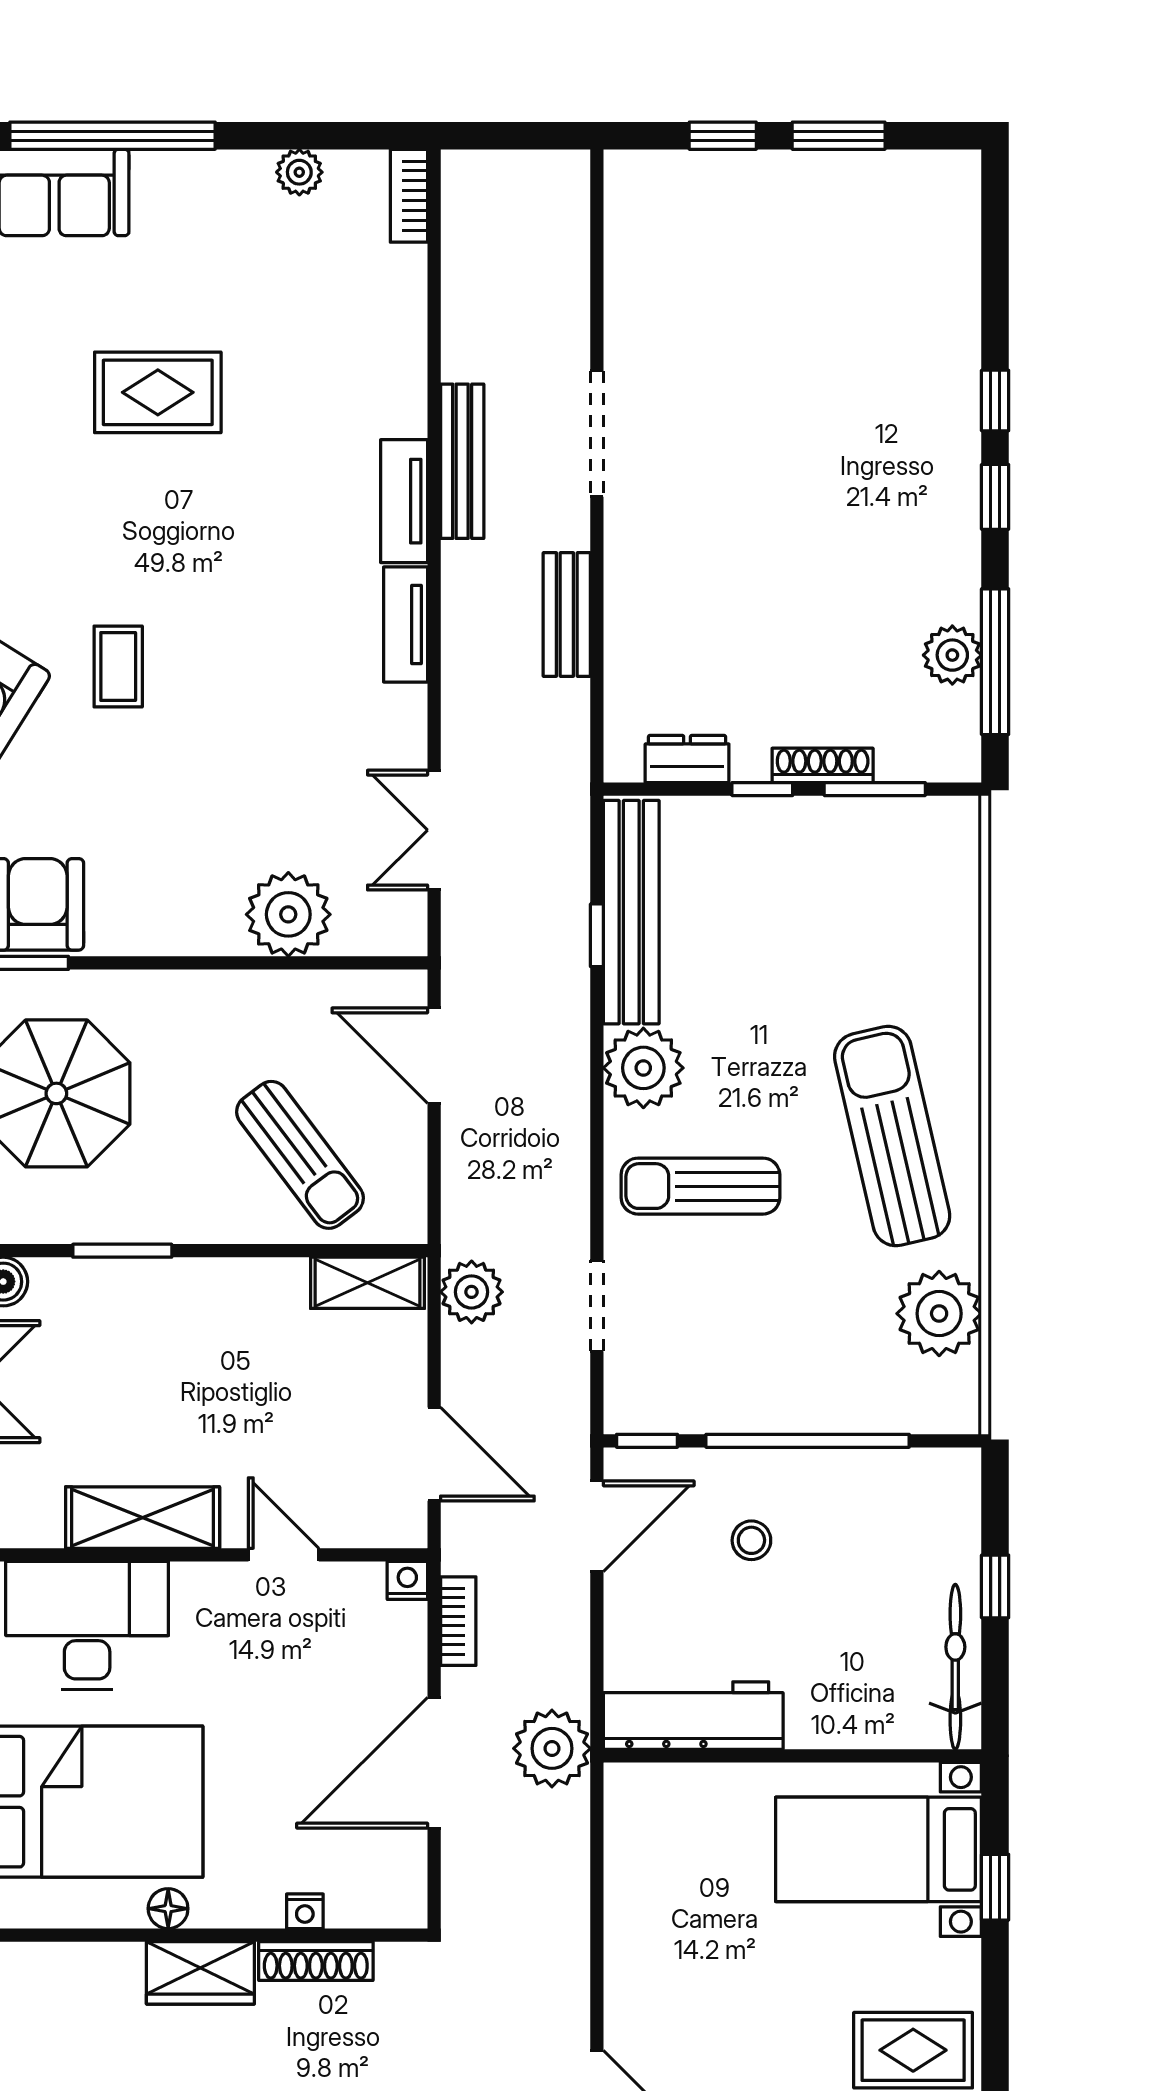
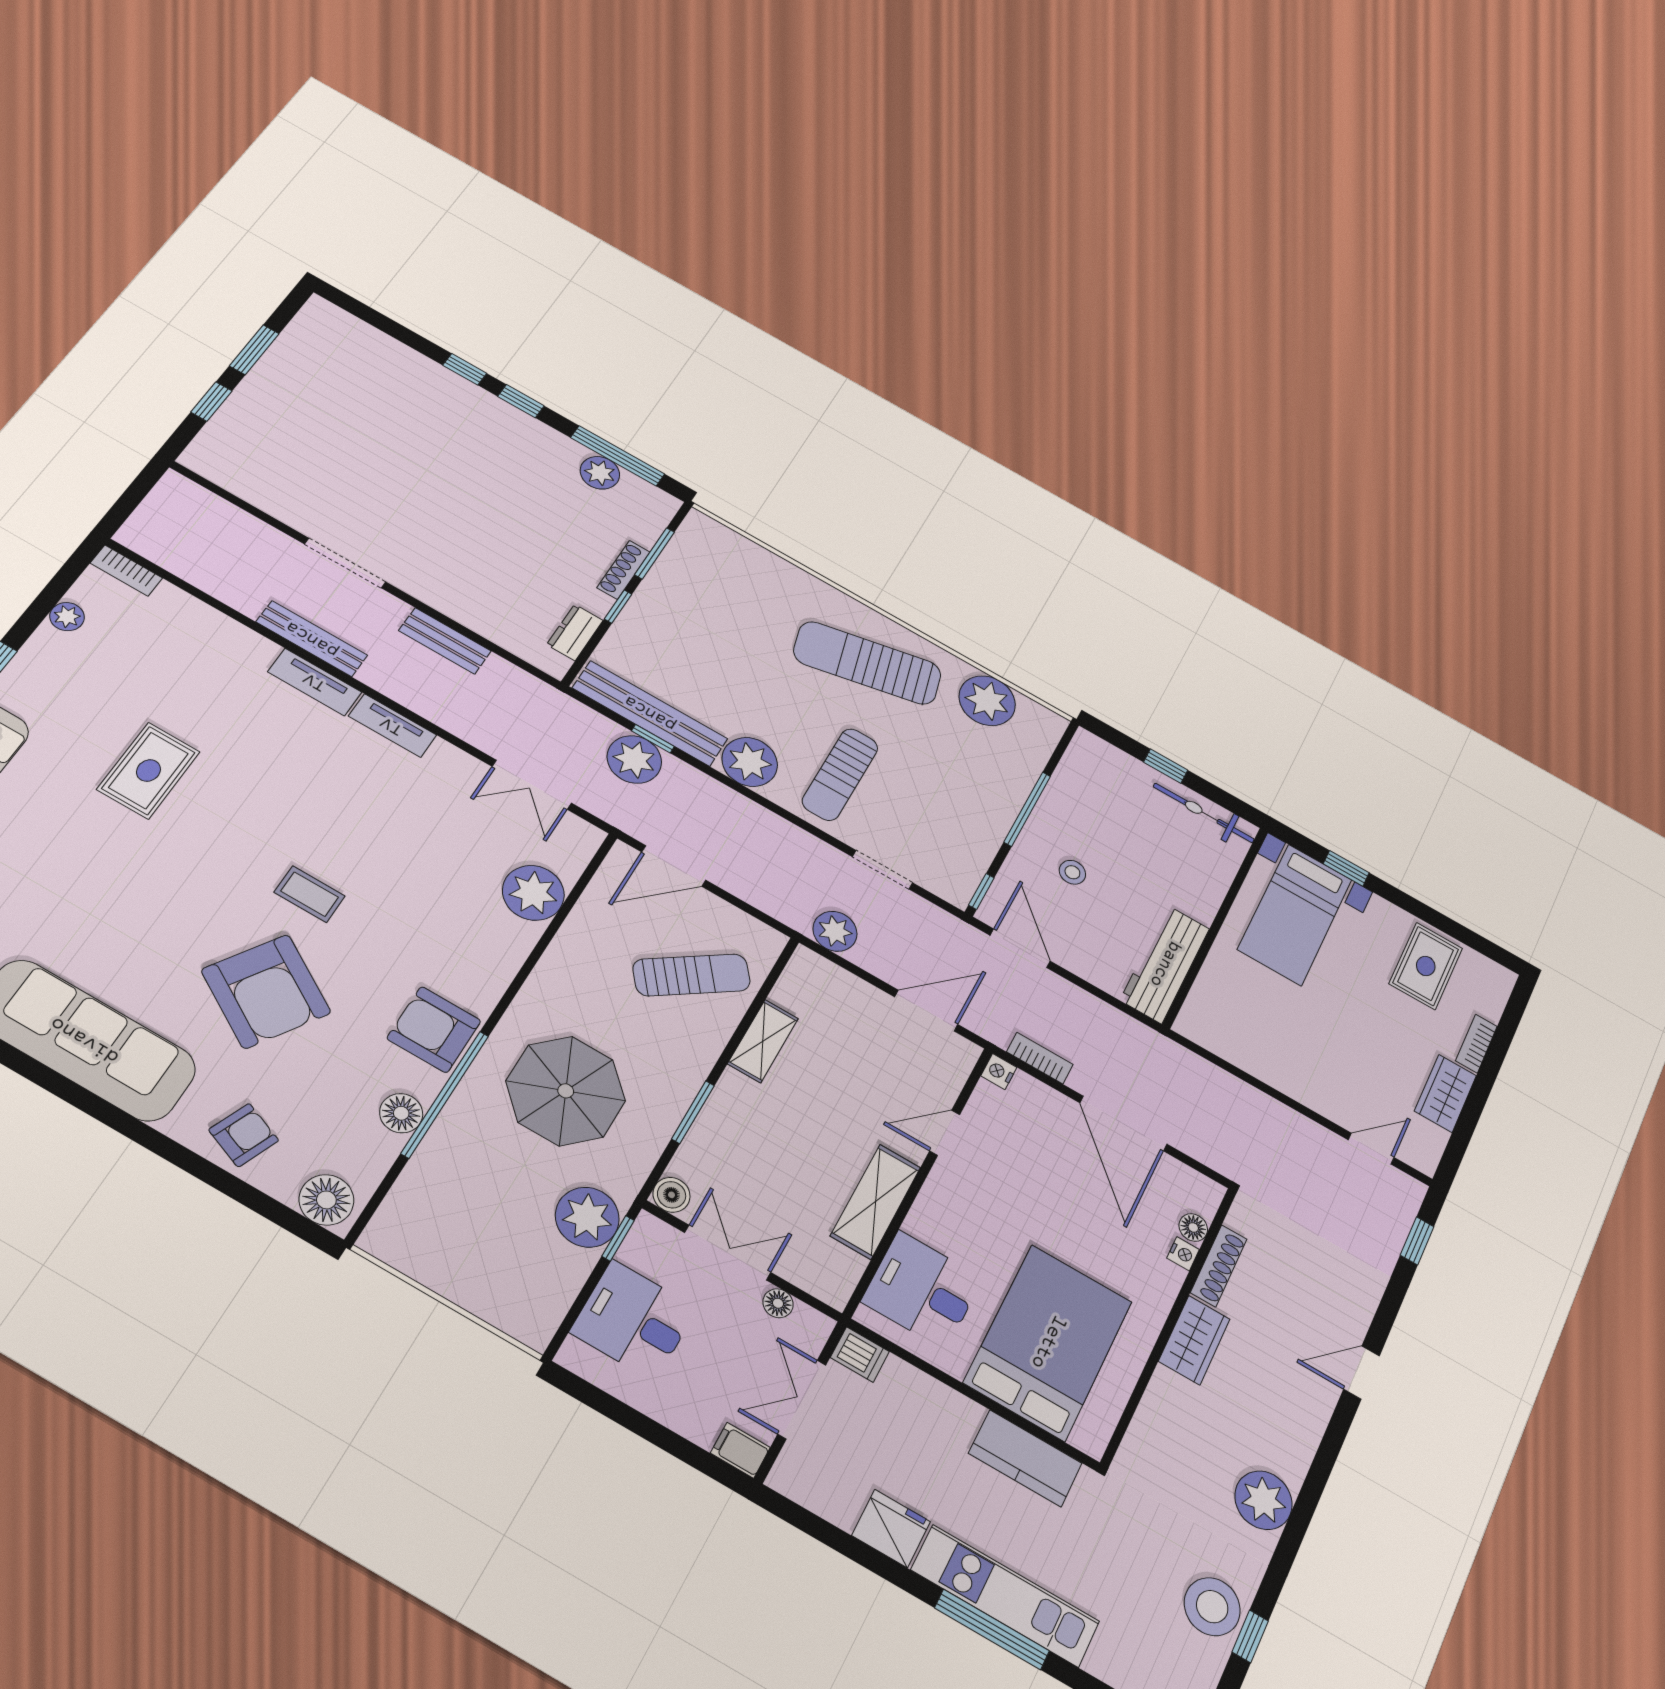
shelving: (367, 1283) -> (763, 1041), moved
window: (808, 1441) -> (1027, 809), width x0.68
desk: (87, 1625) -> (922, 1290), width x0.73
plant: (552, 1748) -> (634, 759), moved
floor lamp: (168, 1909) -> (1193, 1227), moved

